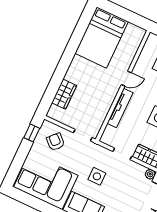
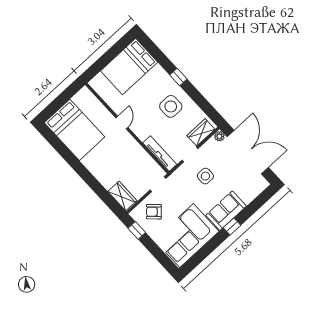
wardrobe: (64, 94) -> (122, 196), moved
tv unit: (120, 108) -> (160, 154), moved
side table: (97, 176) -> (205, 176), moved

